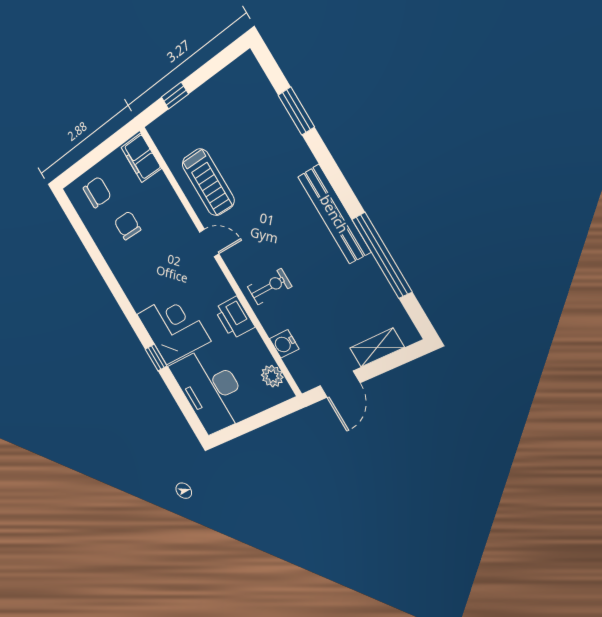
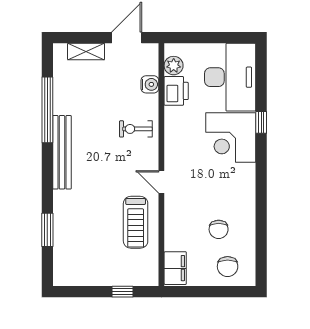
treadmill: (208, 182) -> (136, 222), turned 180
chair: (97, 192) -> (228, 267), turned -90
printer: (234, 318) -> (176, 91), moved

